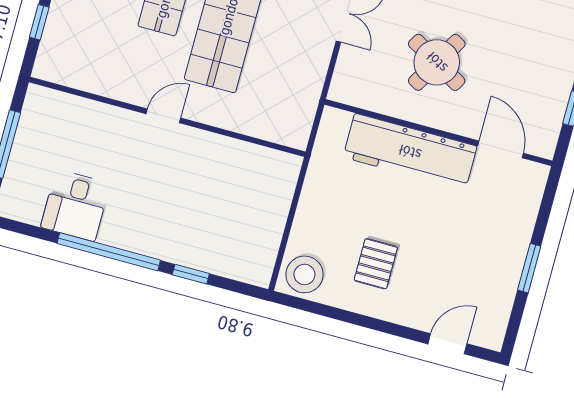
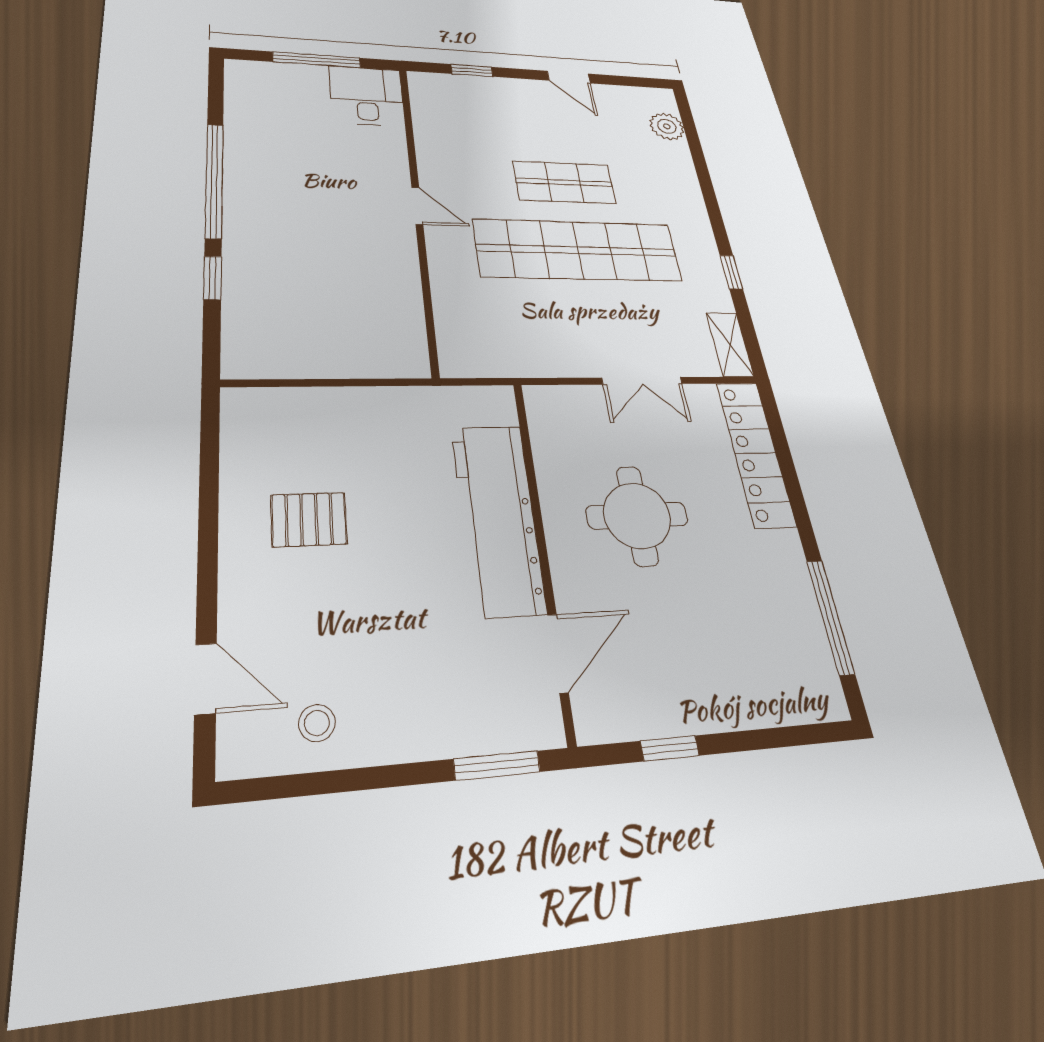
round table: (437, 62) -> (637, 516), turned -30
desk: (75, 205) -> (367, 96), moved, turned 90
window: (529, 268) -> (497, 765), moved
stool: (304, 274) -> (317, 723), moved, width x0.53, depth x0.53

